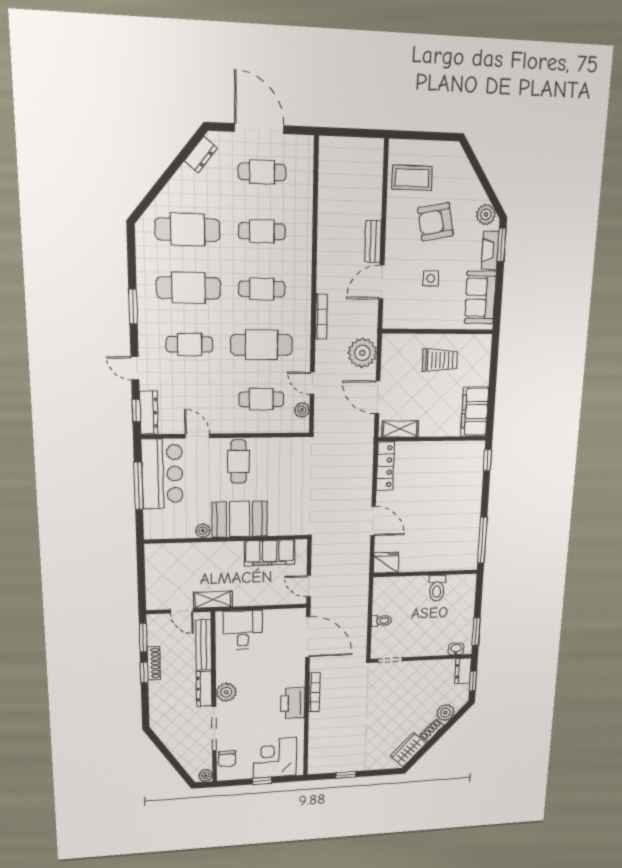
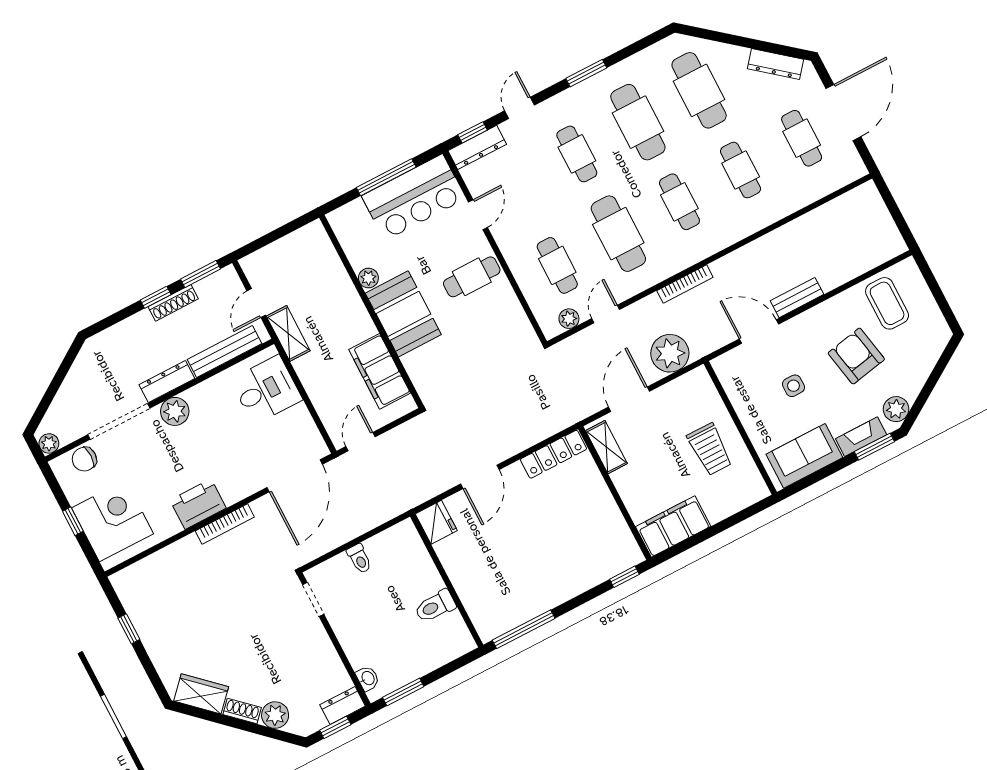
dresser: (201, 154) -> (775, 64), width x1.44

